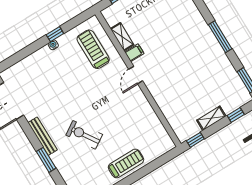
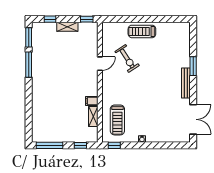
window: (55, 34) -> (114, 145), moved
window: (220, 37) -> (29, 65), moved
door: (136, 75) -> (100, 64), moved
exercise bike: (84, 135) -> (127, 58), moved

